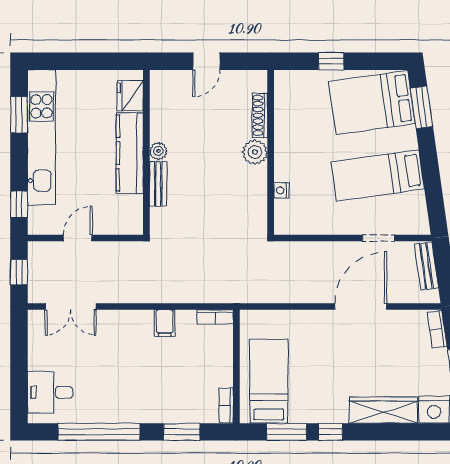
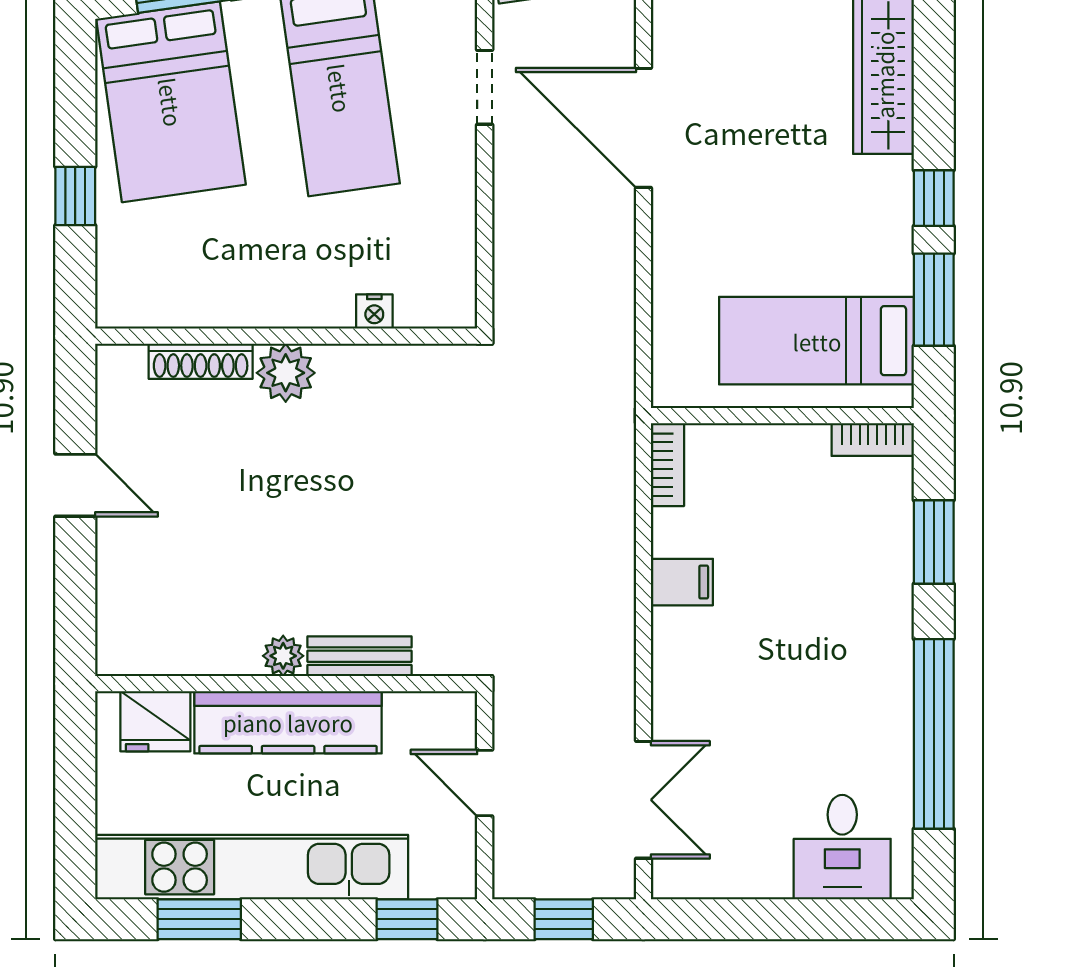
fridge: (130, 96) -> (155, 721), moved
plant: (158, 151) -> (283, 656), moved
wall: (146, 152) -> (286, 684), moved
kitchen counter: (130, 153) -> (288, 722), moved
bench: (158, 184) -> (359, 656), moved

